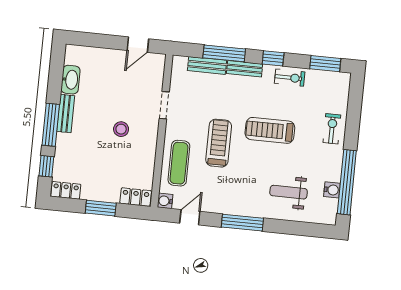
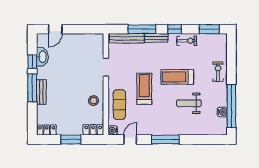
door: (138, 45) -> (55, 29), moved
bench: (207, 65) -> (127, 38), width x1.36
bench: (66, 114) -> (41, 92), moved
stool: (121, 129) -> (94, 101), moved
window: (46, 166) -> (32, 62), moved
weight bench: (289, 192) -> (189, 103), moved

